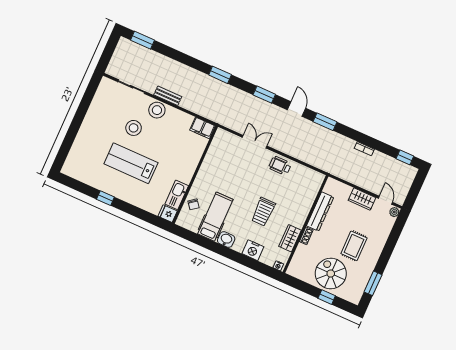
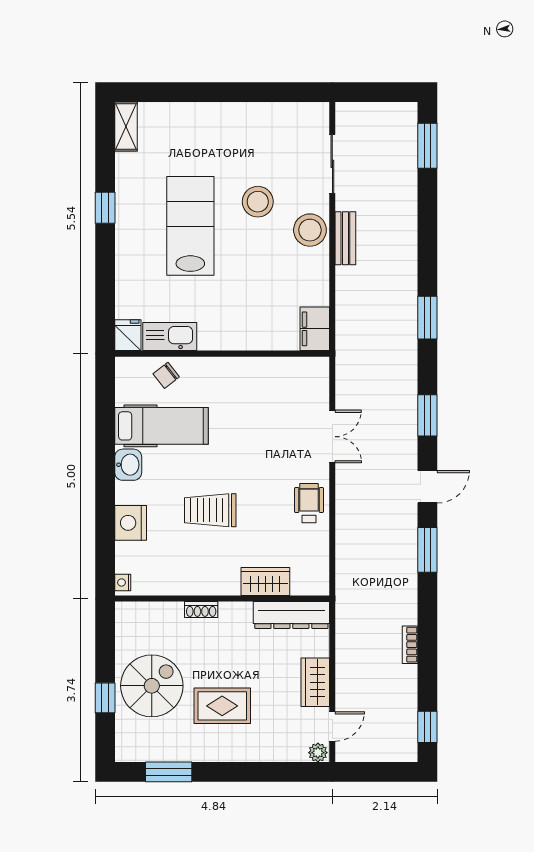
shelving: (73, 172) -> (126, 127), added
dresser: (320, 211) -> (291, 615), moved
wardrobe: (290, 238) -> (265, 582), moved

